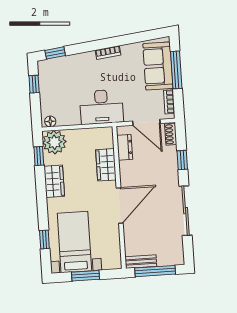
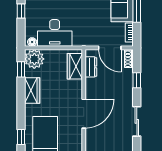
desk: (101, 107) -> (55, 33), moved
wardrobe: (106, 165) -> (75, 66), moved
sliding door: (186, 211) -> (137, 121), width x0.73

